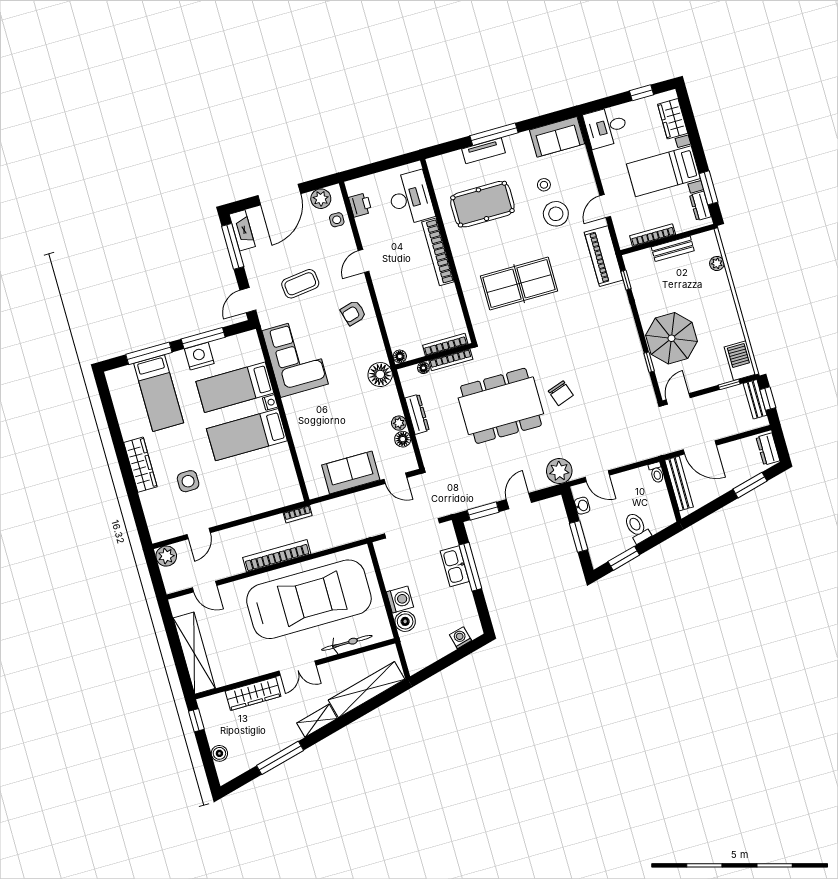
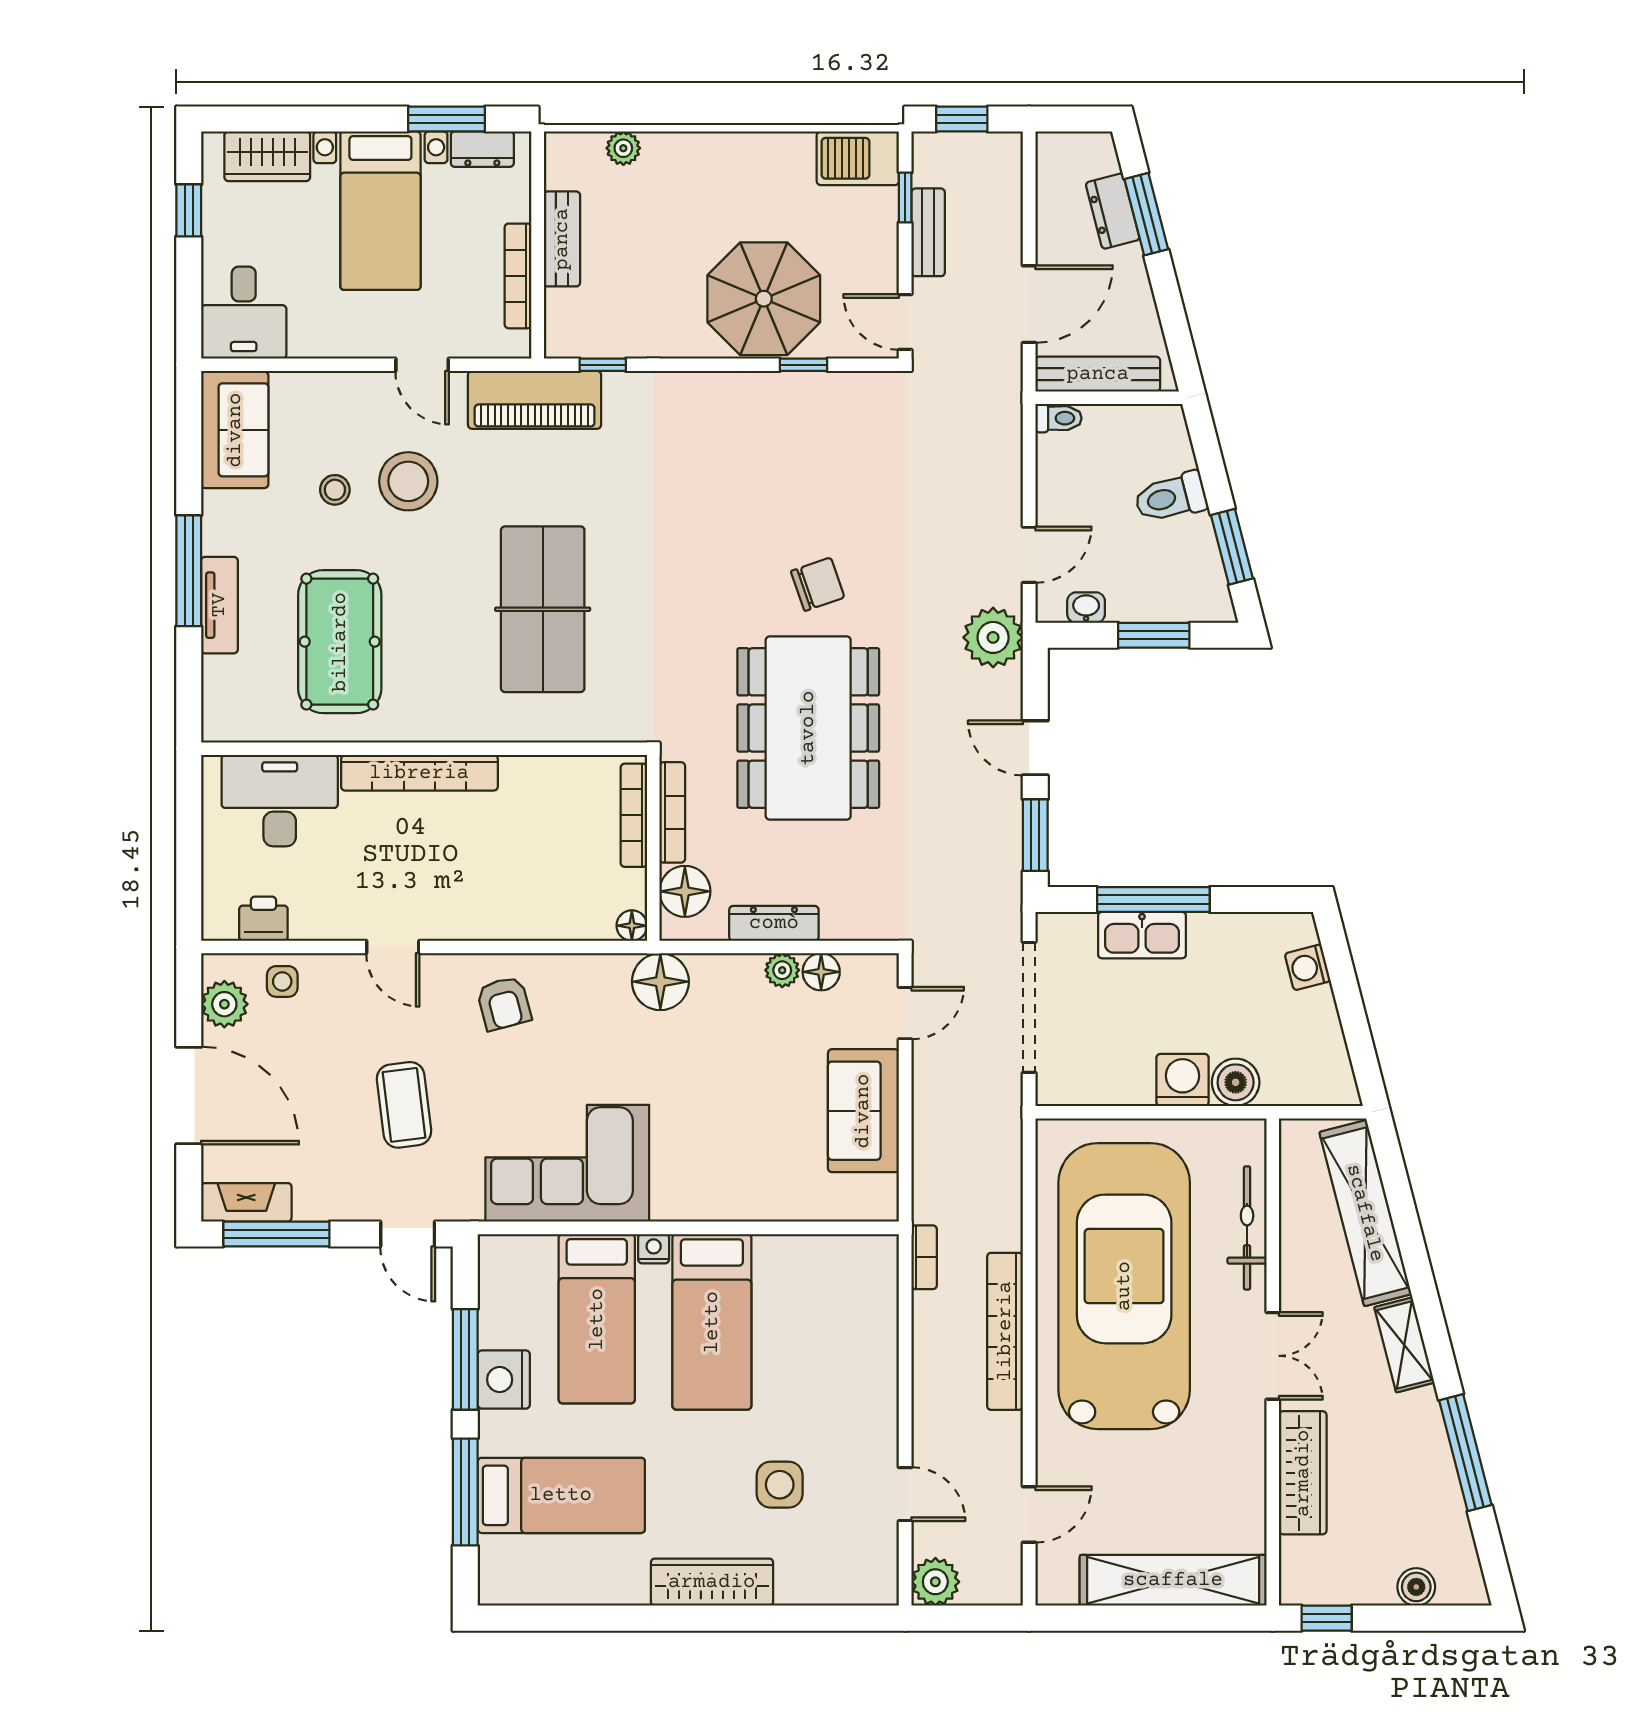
floor lamp: (423, 368) -> (685, 891), width x1.89, depth x1.89
bench: (755, 399) -> (928, 232), moved, turned 90
dresser: (768, 449) -> (1113, 211), moved, turned 76

